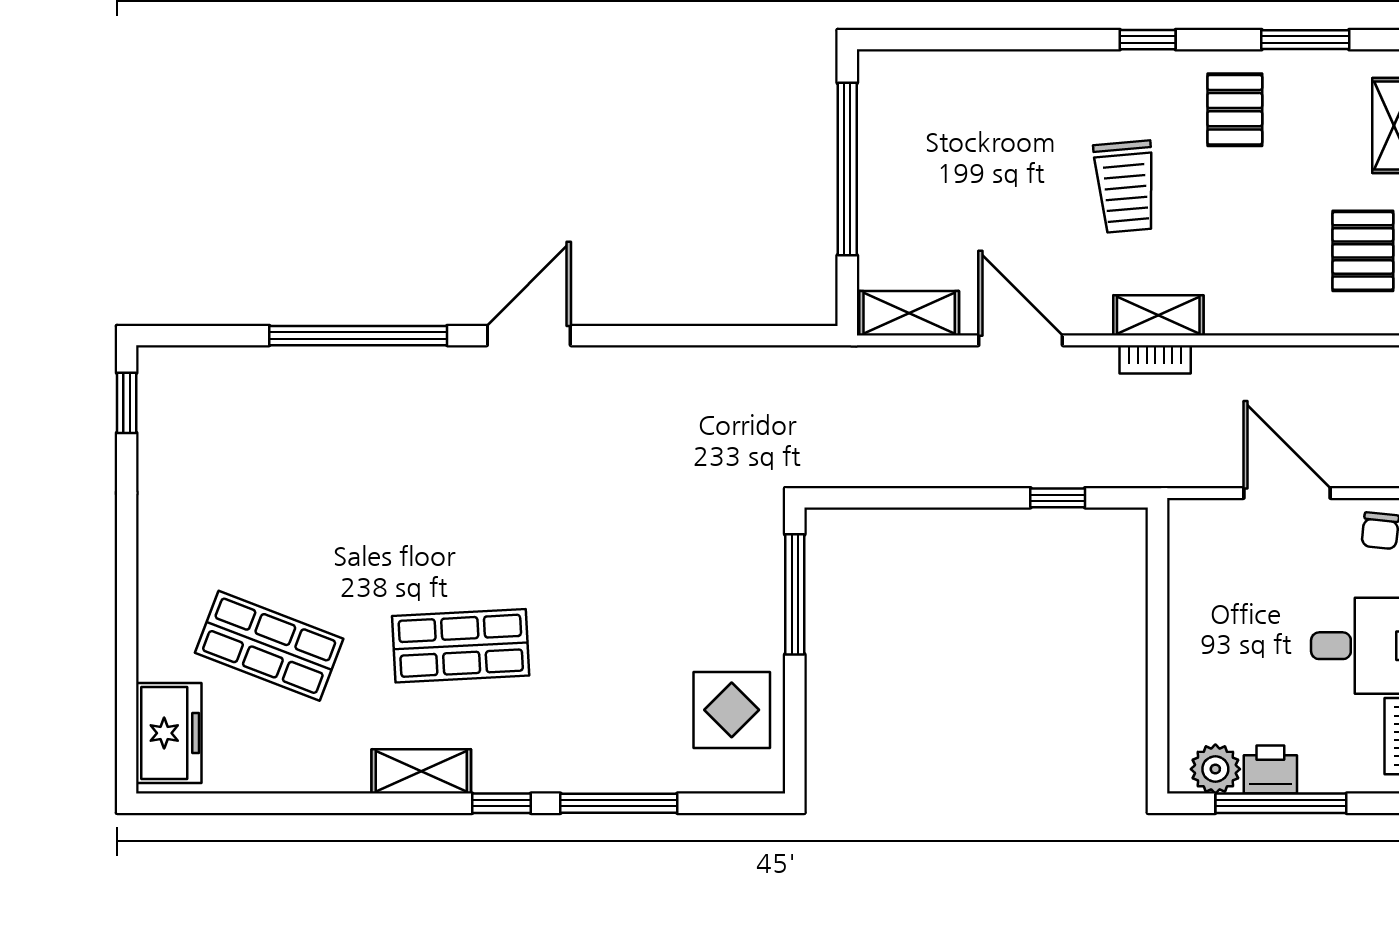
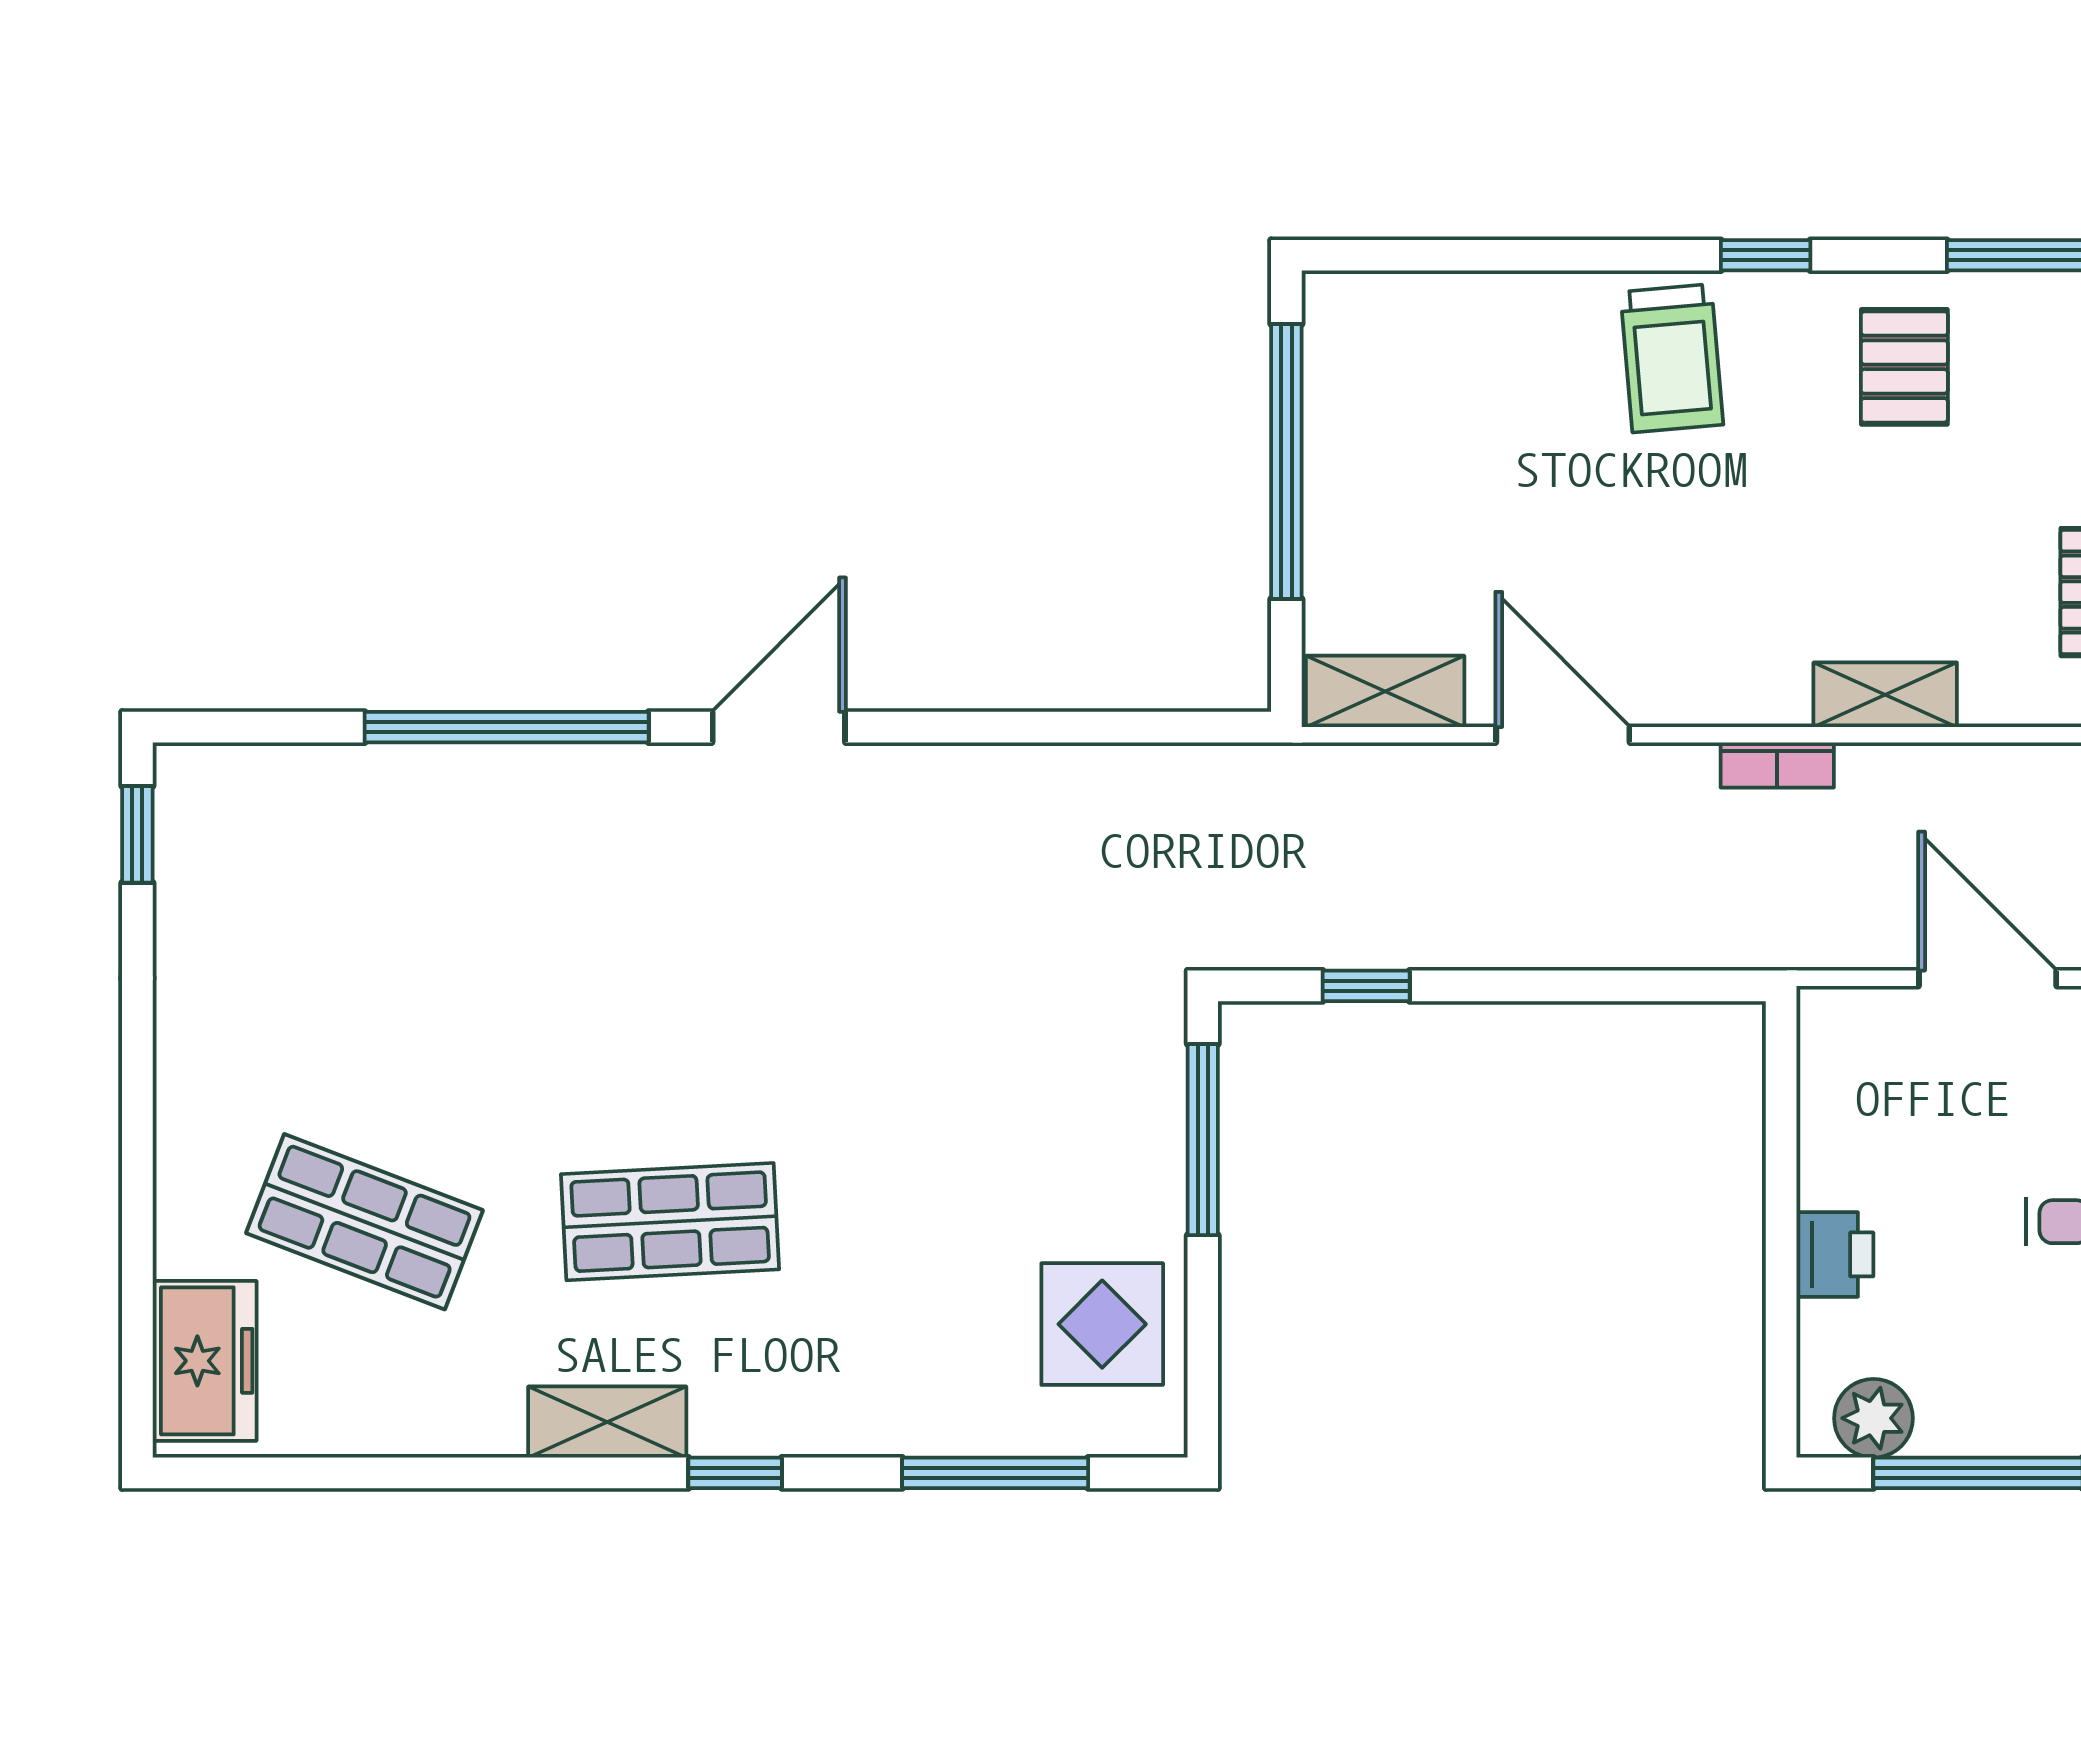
trolley: (1125, 187) -> (1672, 358), moved
shelving: (1158, 315) -> (1885, 695), moved
window: (1058, 498) -> (1366, 986), moved
printer: (1270, 770) -> (1835, 1254), moved, turned 90
window: (619, 803) -> (995, 1473), moved

